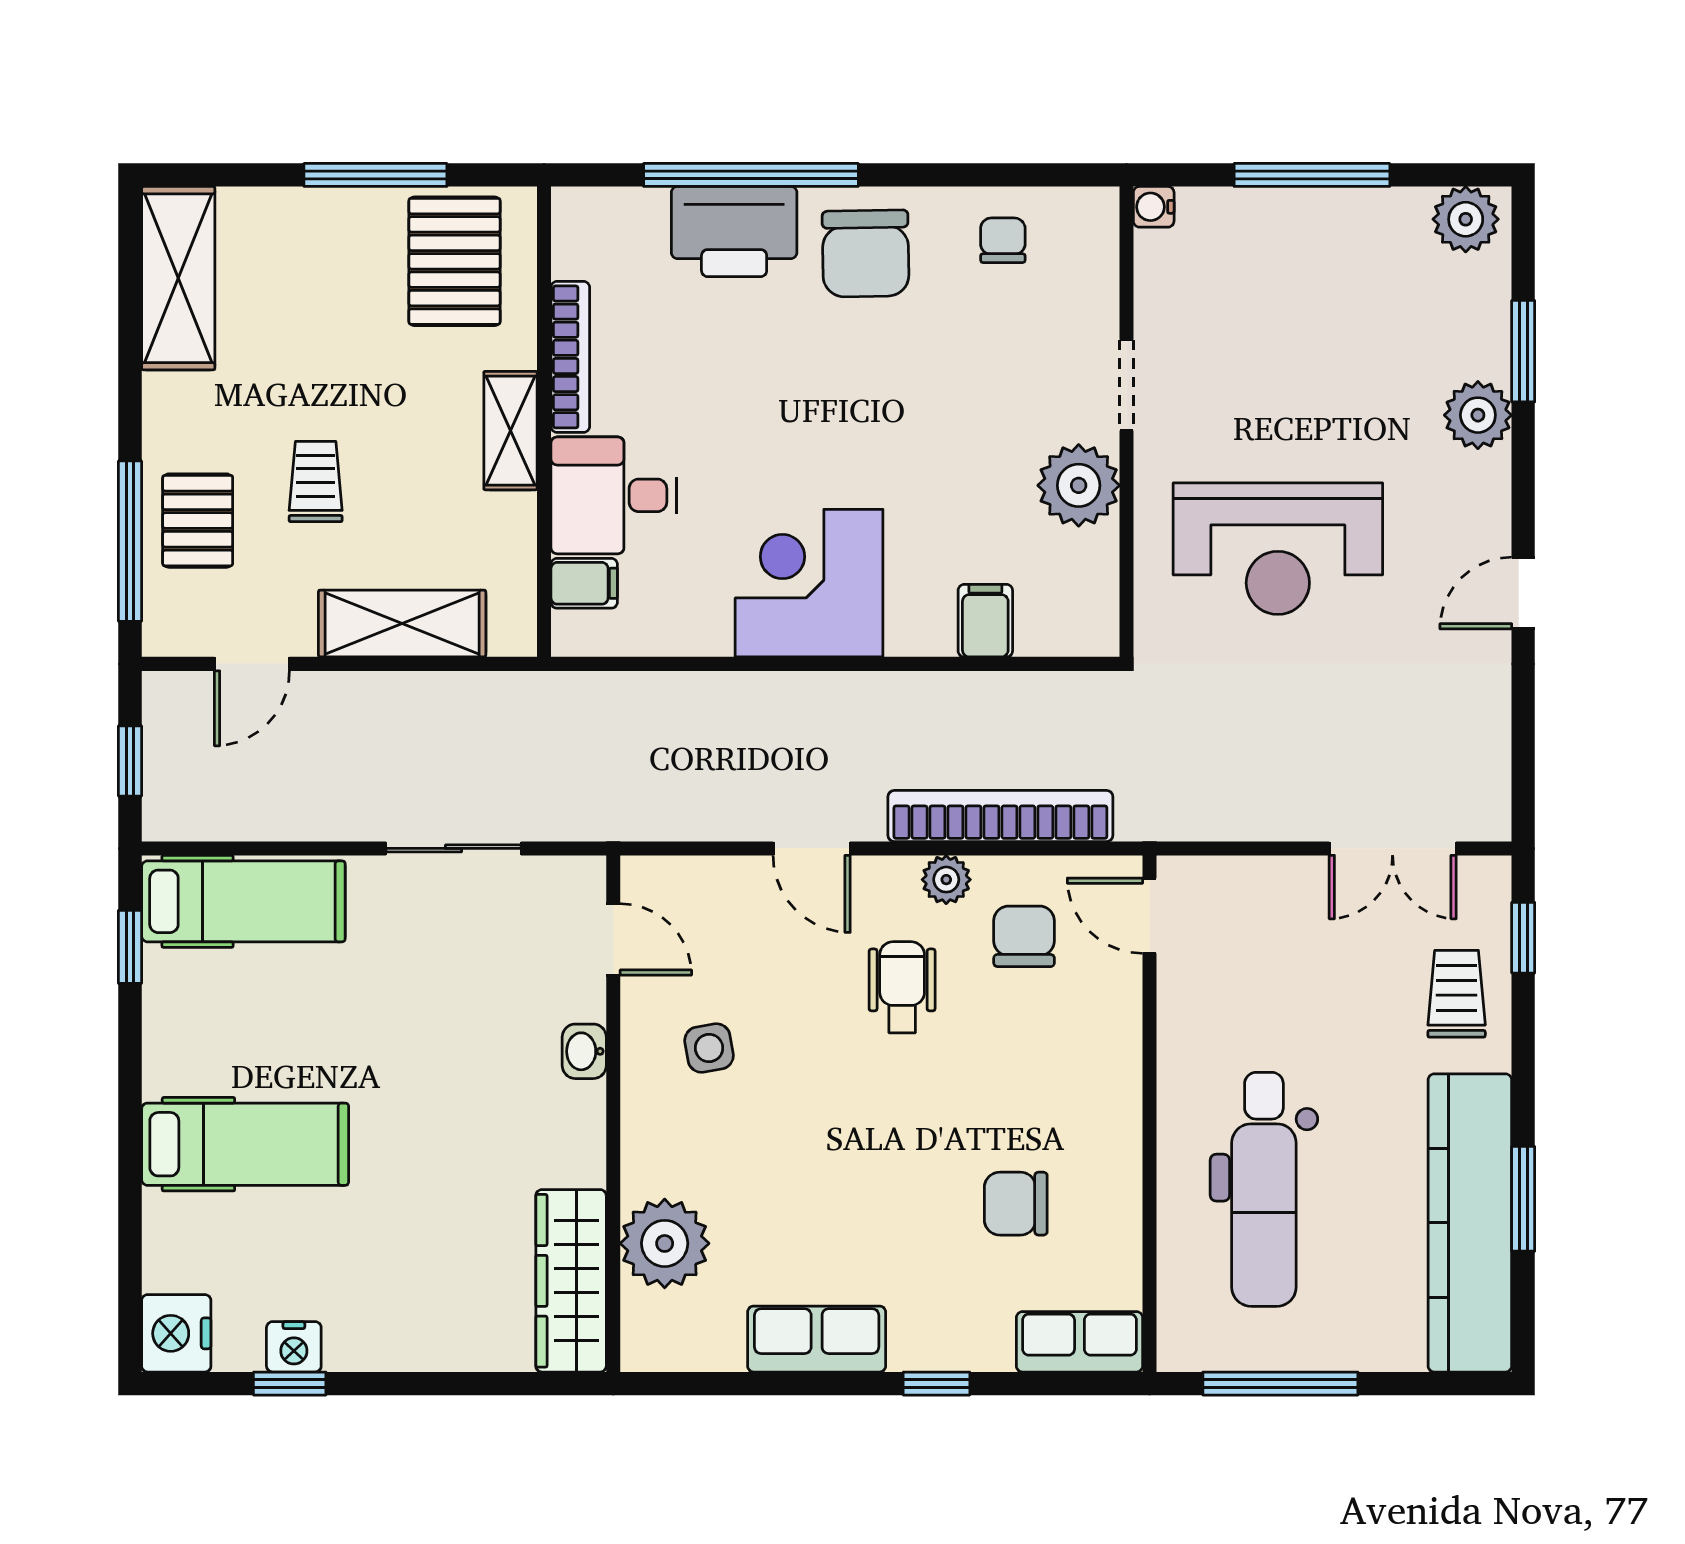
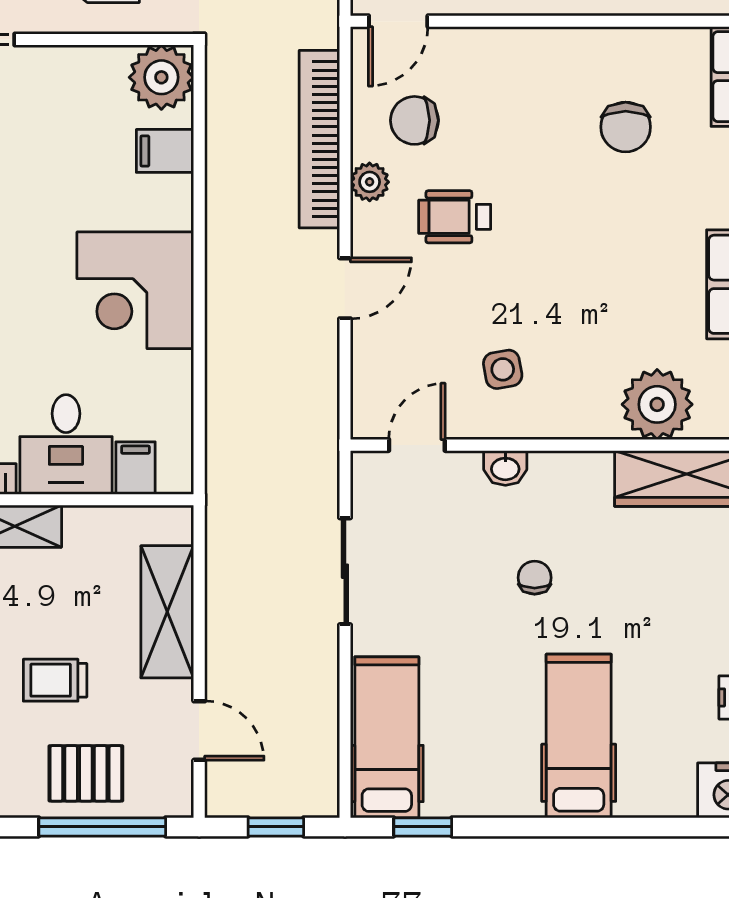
plant: (1079, 485) -> (161, 77), moved
chair: (445, 1088) -> (535, 578), added

